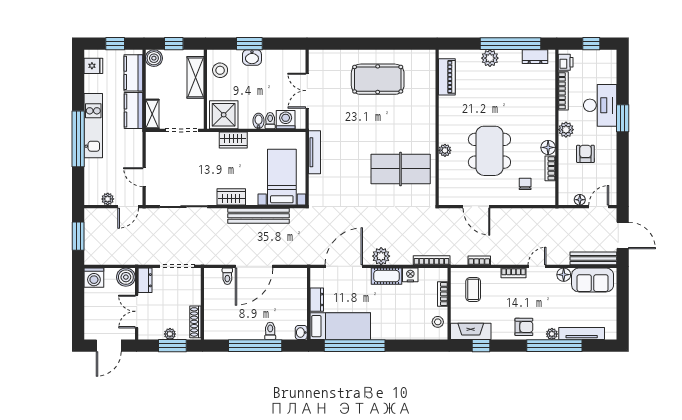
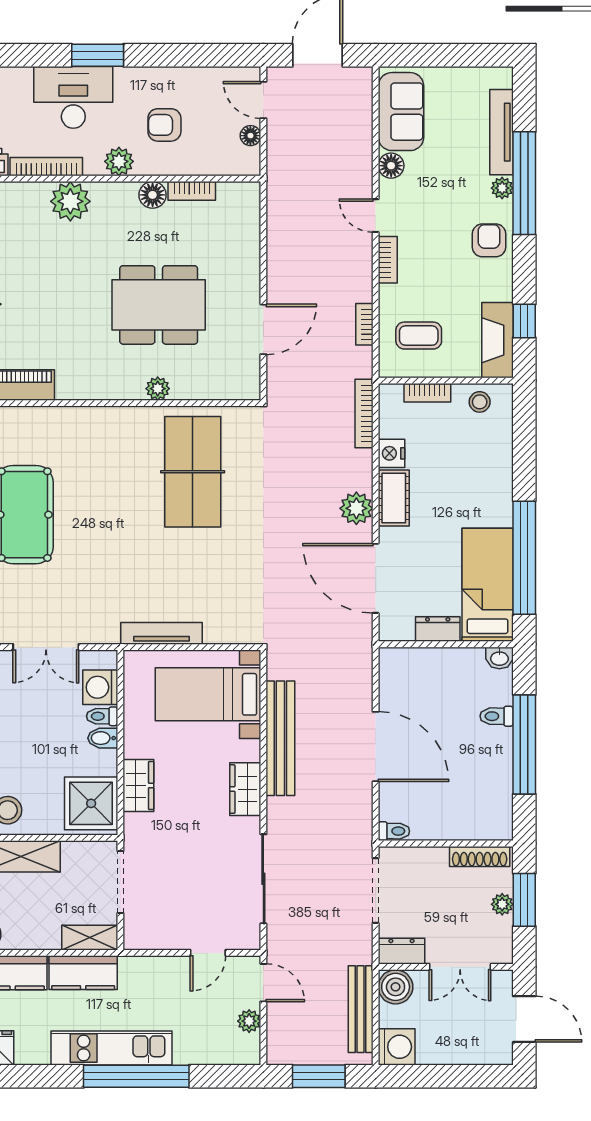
plant: (545, 104) -> (70, 201), added
chair: (525, 184) -> (221, 238), removed
bench: (593, 258) -> (361, 1009), moved
toilet: (227, 276) -> (394, 831), moved

